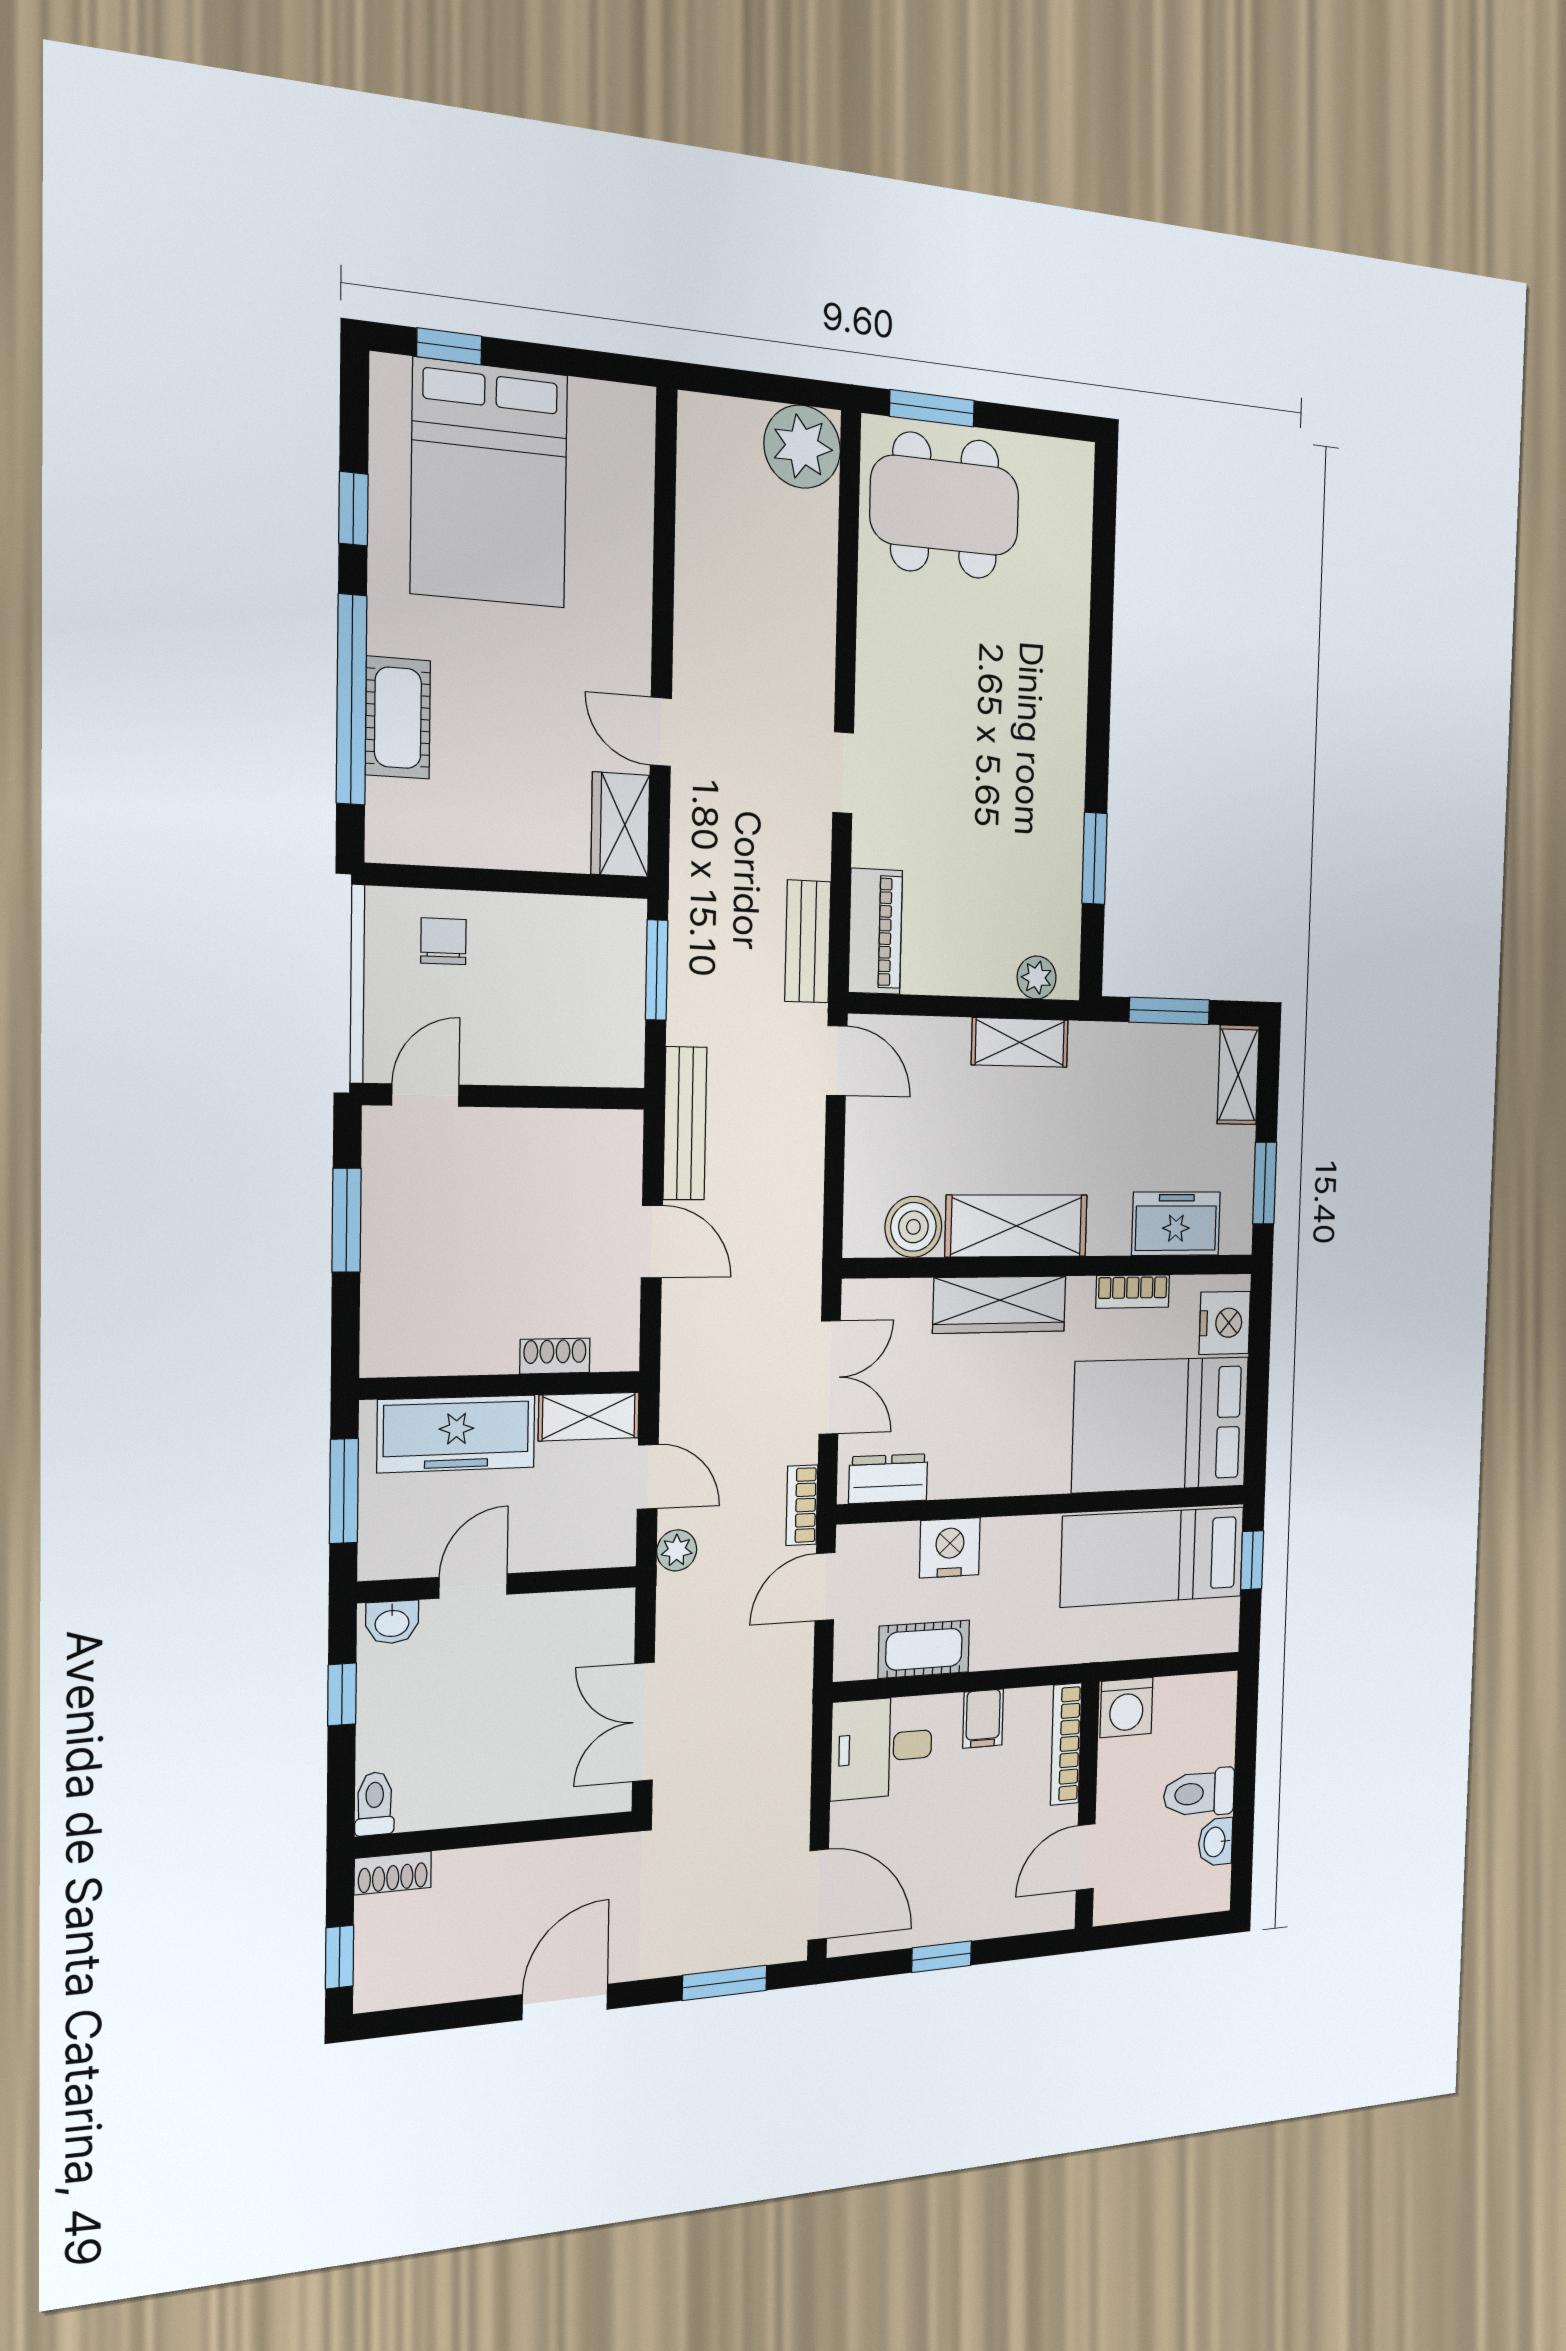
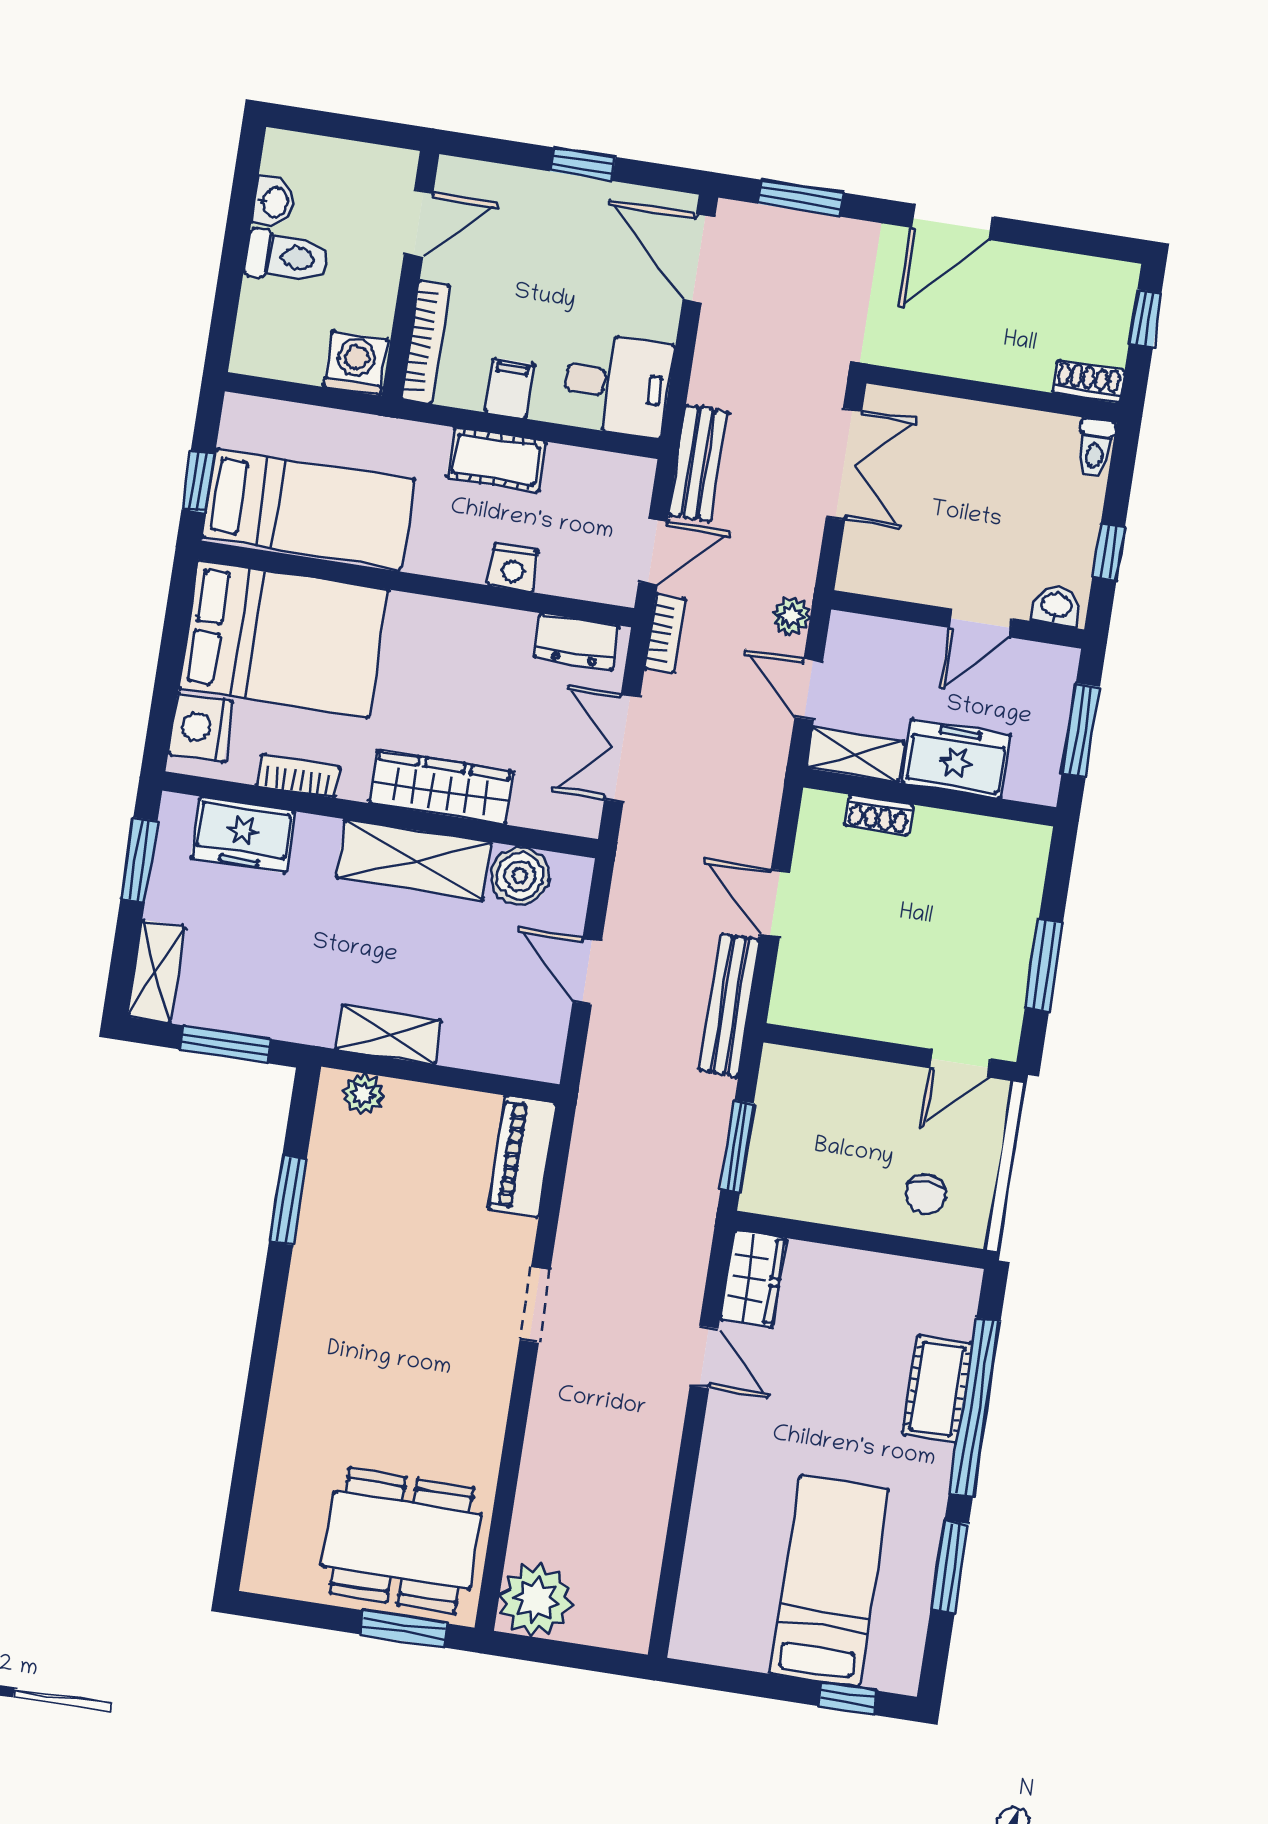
bed: (489, 484) -> (829, 1582), width x0.67
window: (353, 509) -> (950, 1567), width x1.50
bench: (808, 941) -> (698, 463), moved
door: (837, 1061) -> (587, 971), moved
freezer: (456, 1434) -> (956, 759), width x0.71
nightstand: (950, 1548) -> (513, 568), width x0.74, depth x0.75
cot: (924, 1649) -> (496, 460), moved

